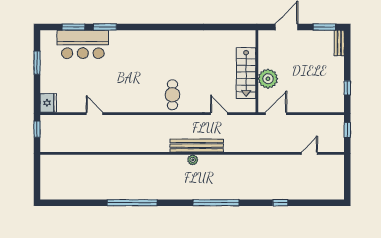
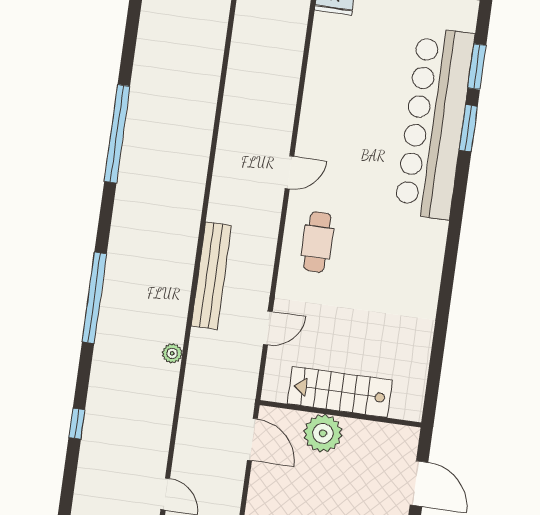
bar counter: (83, 44) -> (434, 123), width x1.86
cafe table: (172, 95) -> (317, 242), turned 90
door: (95, 114) -> (289, 172), moved
plant: (193, 160) -> (172, 353), moved

